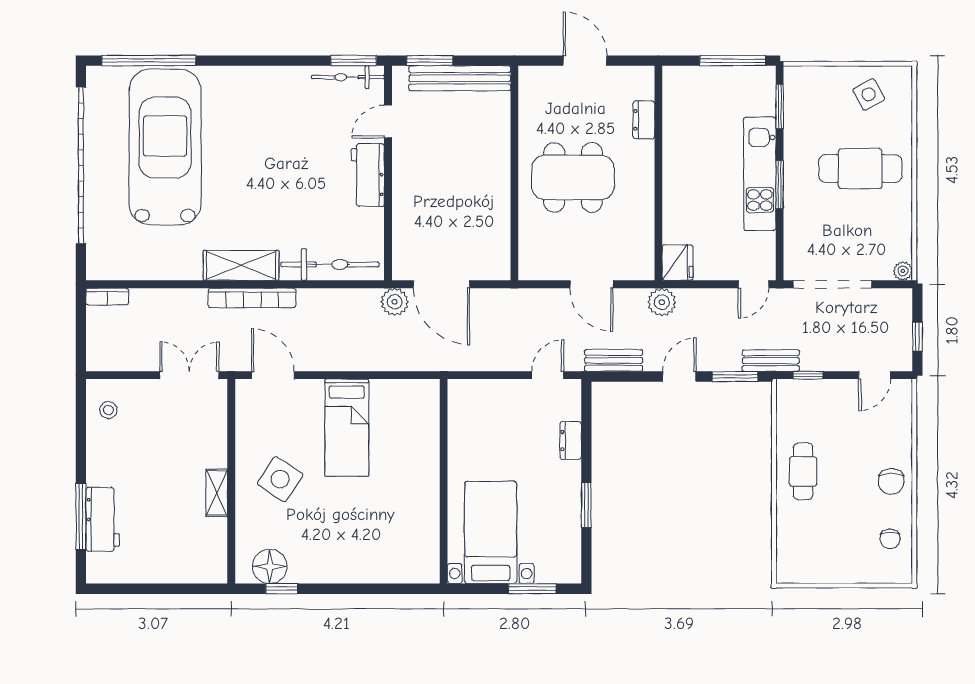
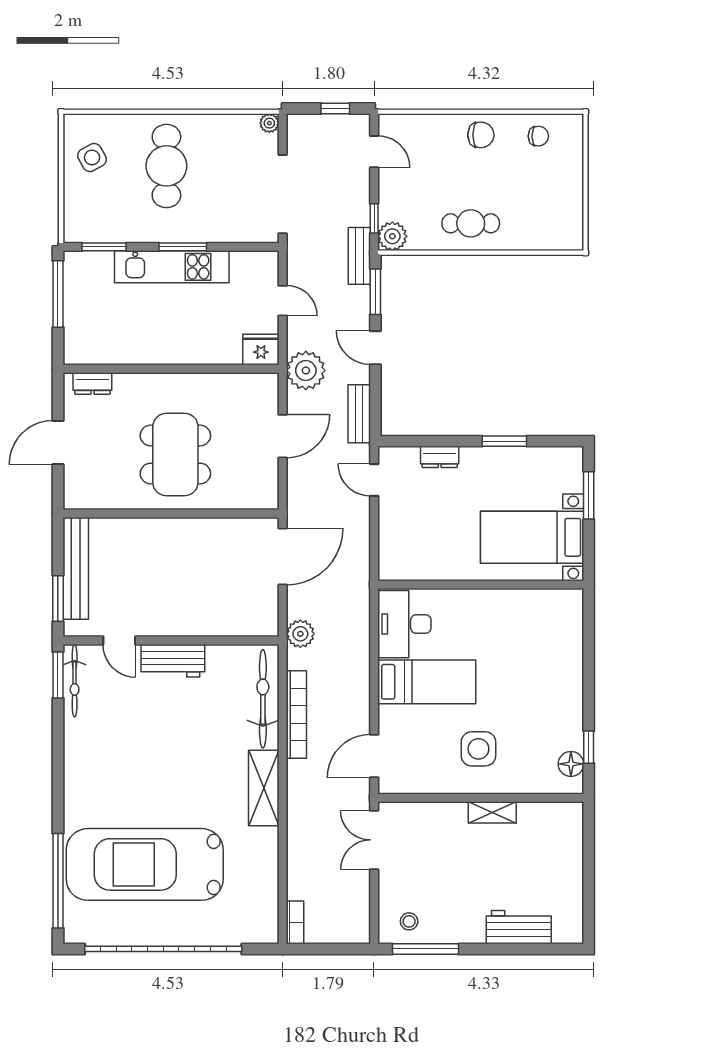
dresser: (644, 120) -> (92, 383), moved
door: (441, 284) -> (283, 557), moved
door: (753, 284) -> (283, 301), moved
bookcase: (252, 298) -> (296, 714), moved
plant: (662, 302) -> (306, 370), width x1.36, depth x1.36
plant: (790, 393) -> (392, 236), added
desk: (404, 405) -> (404, 624), added
side table: (280, 479) -> (478, 749), turned -33
window: (81, 516) -> (426, 949), moved
floor lamp: (270, 566) -> (571, 764), width x0.73, depth x0.73

